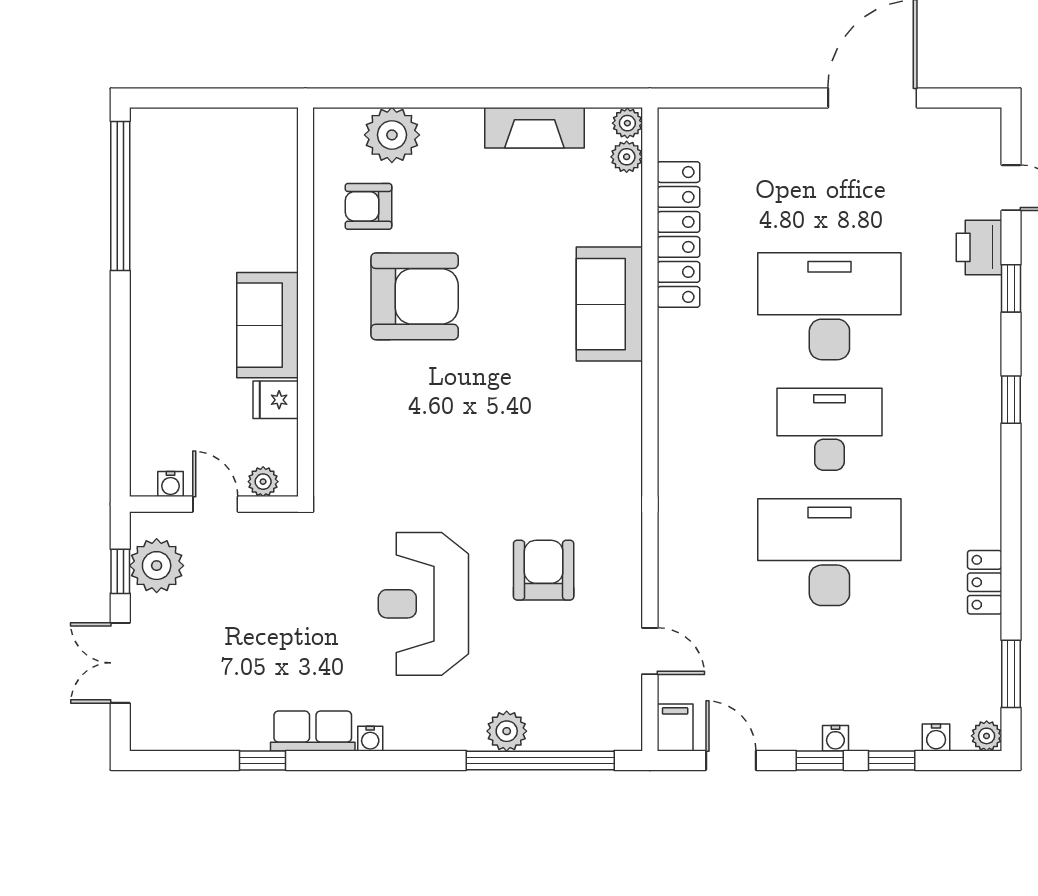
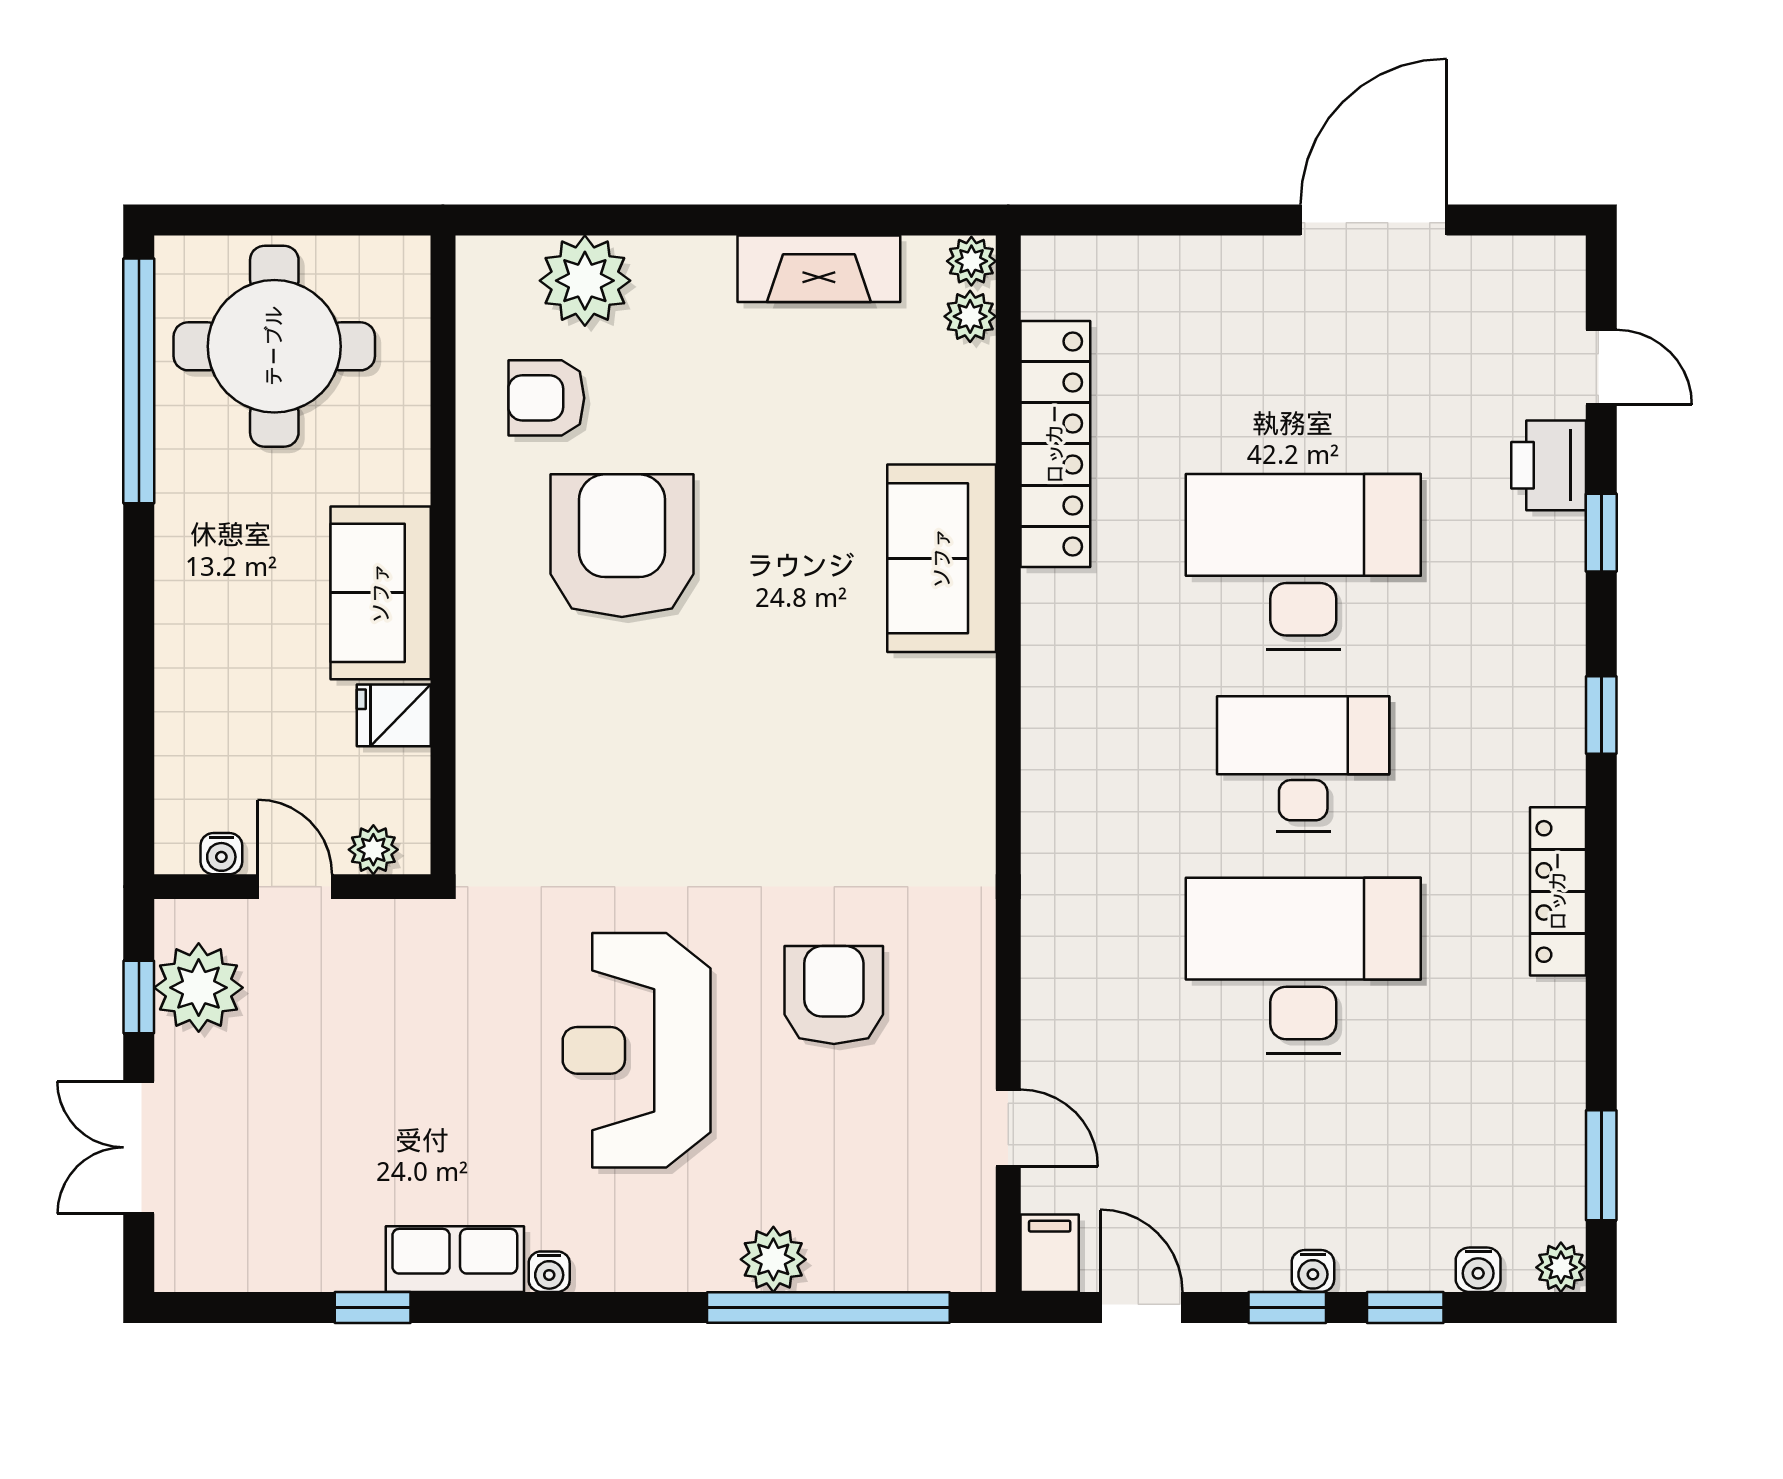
round table: (203, 175) -> (274, 346), added
armchair: (415, 296) -> (622, 546), turned -90
locker: (985, 582) -> (1558, 891), moved, width x1.53

